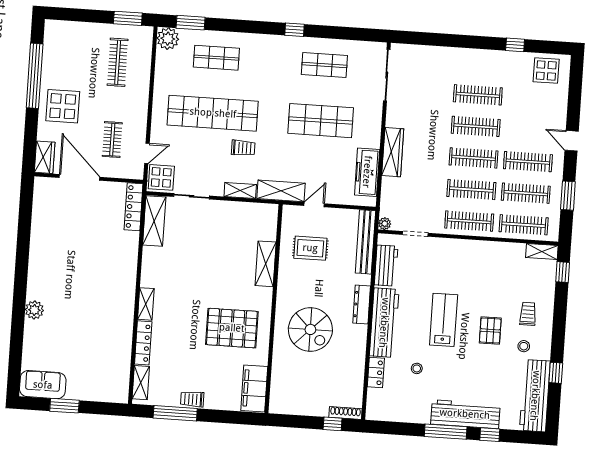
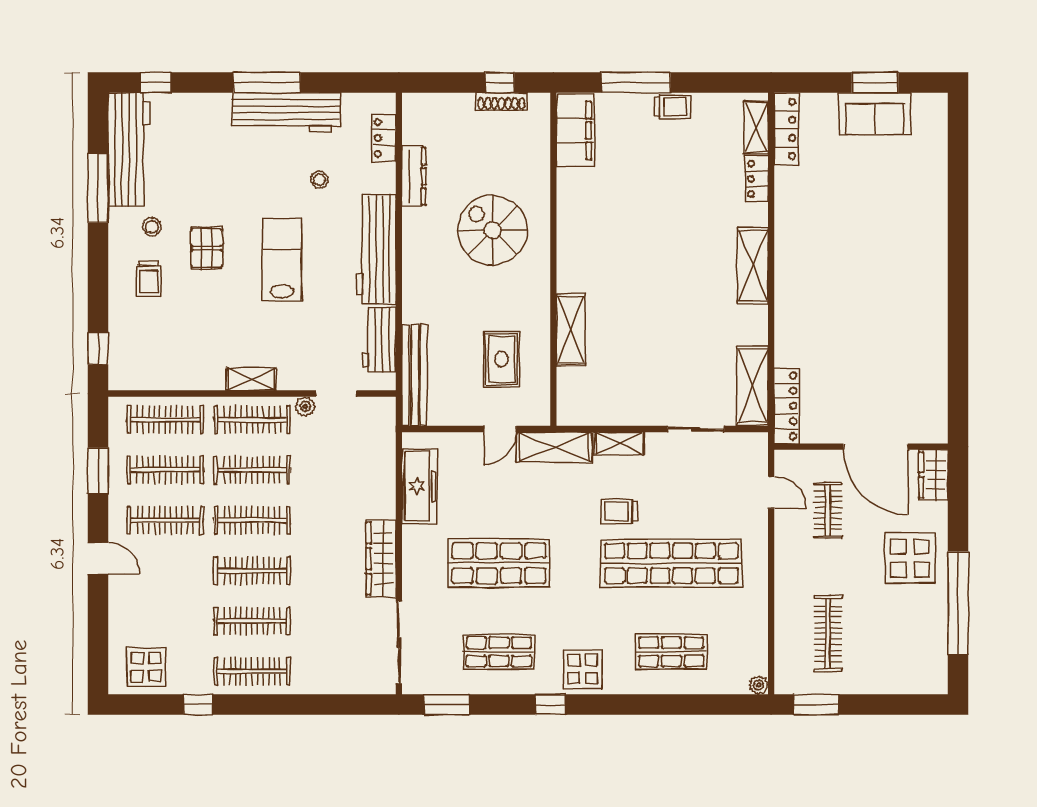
window: (191, 23) -> (447, 705), moved
plant: (168, 39) -> (759, 685), width x0.53, depth x0.53
clothes rail: (480, 63) -> (252, 671), added
wardrobe: (393, 152) -> (381, 559), moved
door: (147, 153) -> (771, 492), swing flipped
display table: (161, 177) -> (583, 669), moved
plant: (385, 224) -> (305, 406), moved
rug: (310, 248) -> (501, 359), turned 90
shelving: (542, 251) -> (251, 379), moved
shelving: (146, 304) -> (753, 266), width x1.50, depth x1.33
dresser: (362, 304) -> (414, 176), moved
plant: (34, 310) -> (933, 231), removed
lab bench: (444, 320) -> (282, 260), turned 180
pallet: (232, 328) -> (617, 224), removed
locker: (143, 343) -> (757, 179), width x0.66
locker: (376, 373) -> (384, 138), moved
window: (556, 373) -> (98, 188), width x2.17
locker: (122, 380) -> (786, 129), added
sofa: (43, 385) -> (875, 114), moved
window: (175, 413) -> (636, 83), moved
shoe rack: (345, 413) -> (501, 101), moved
workbench: (465, 414) -> (286, 112), moved
window: (333, 424) -> (500, 83), moved
window: (490, 435) -> (155, 83), moved

